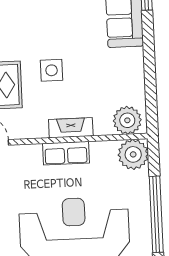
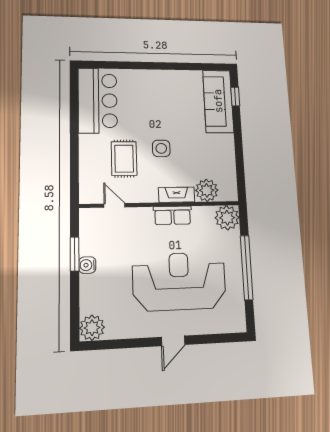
plant: (127, 120) -> (207, 190), moved

